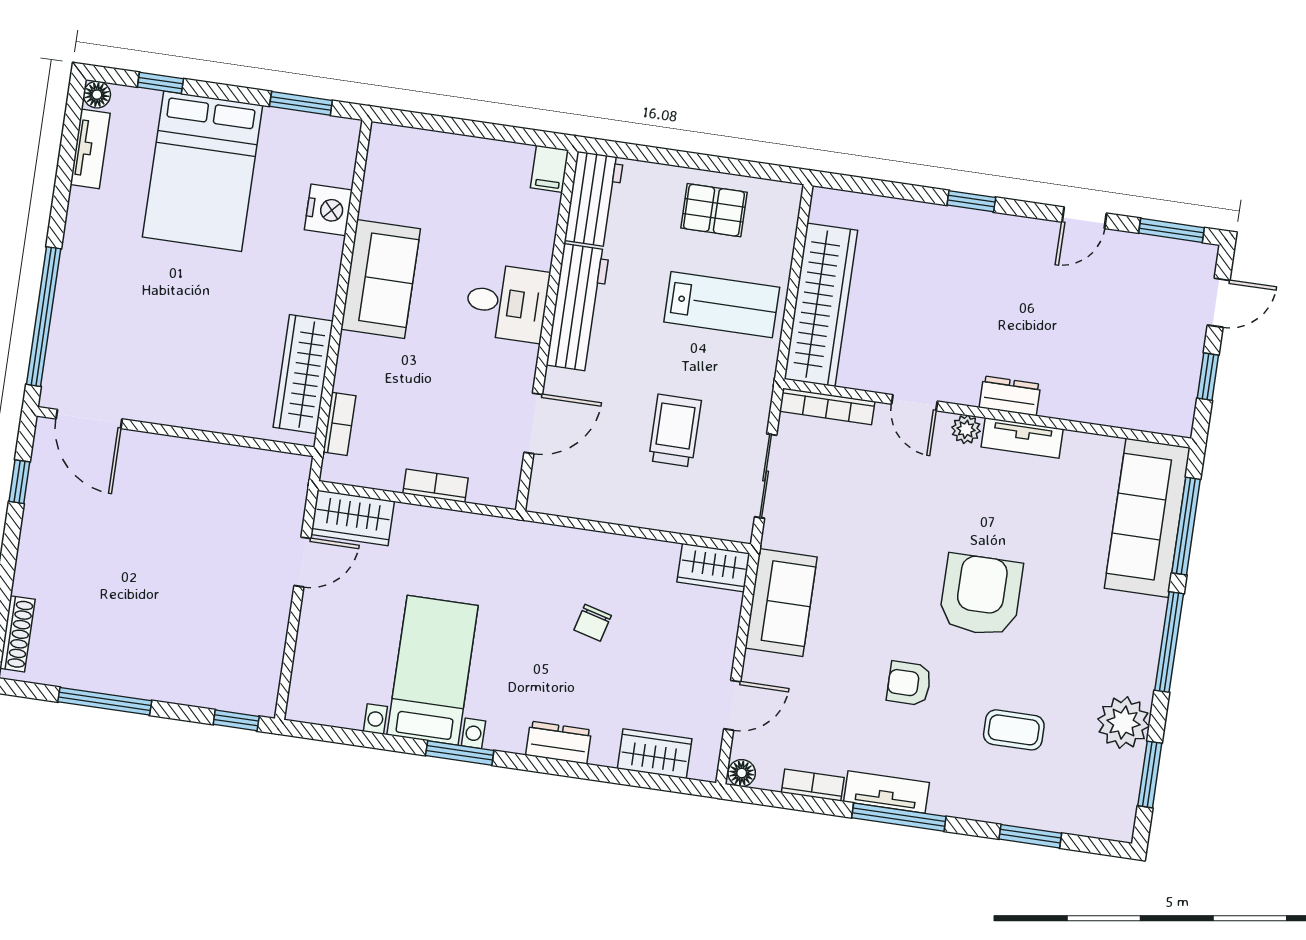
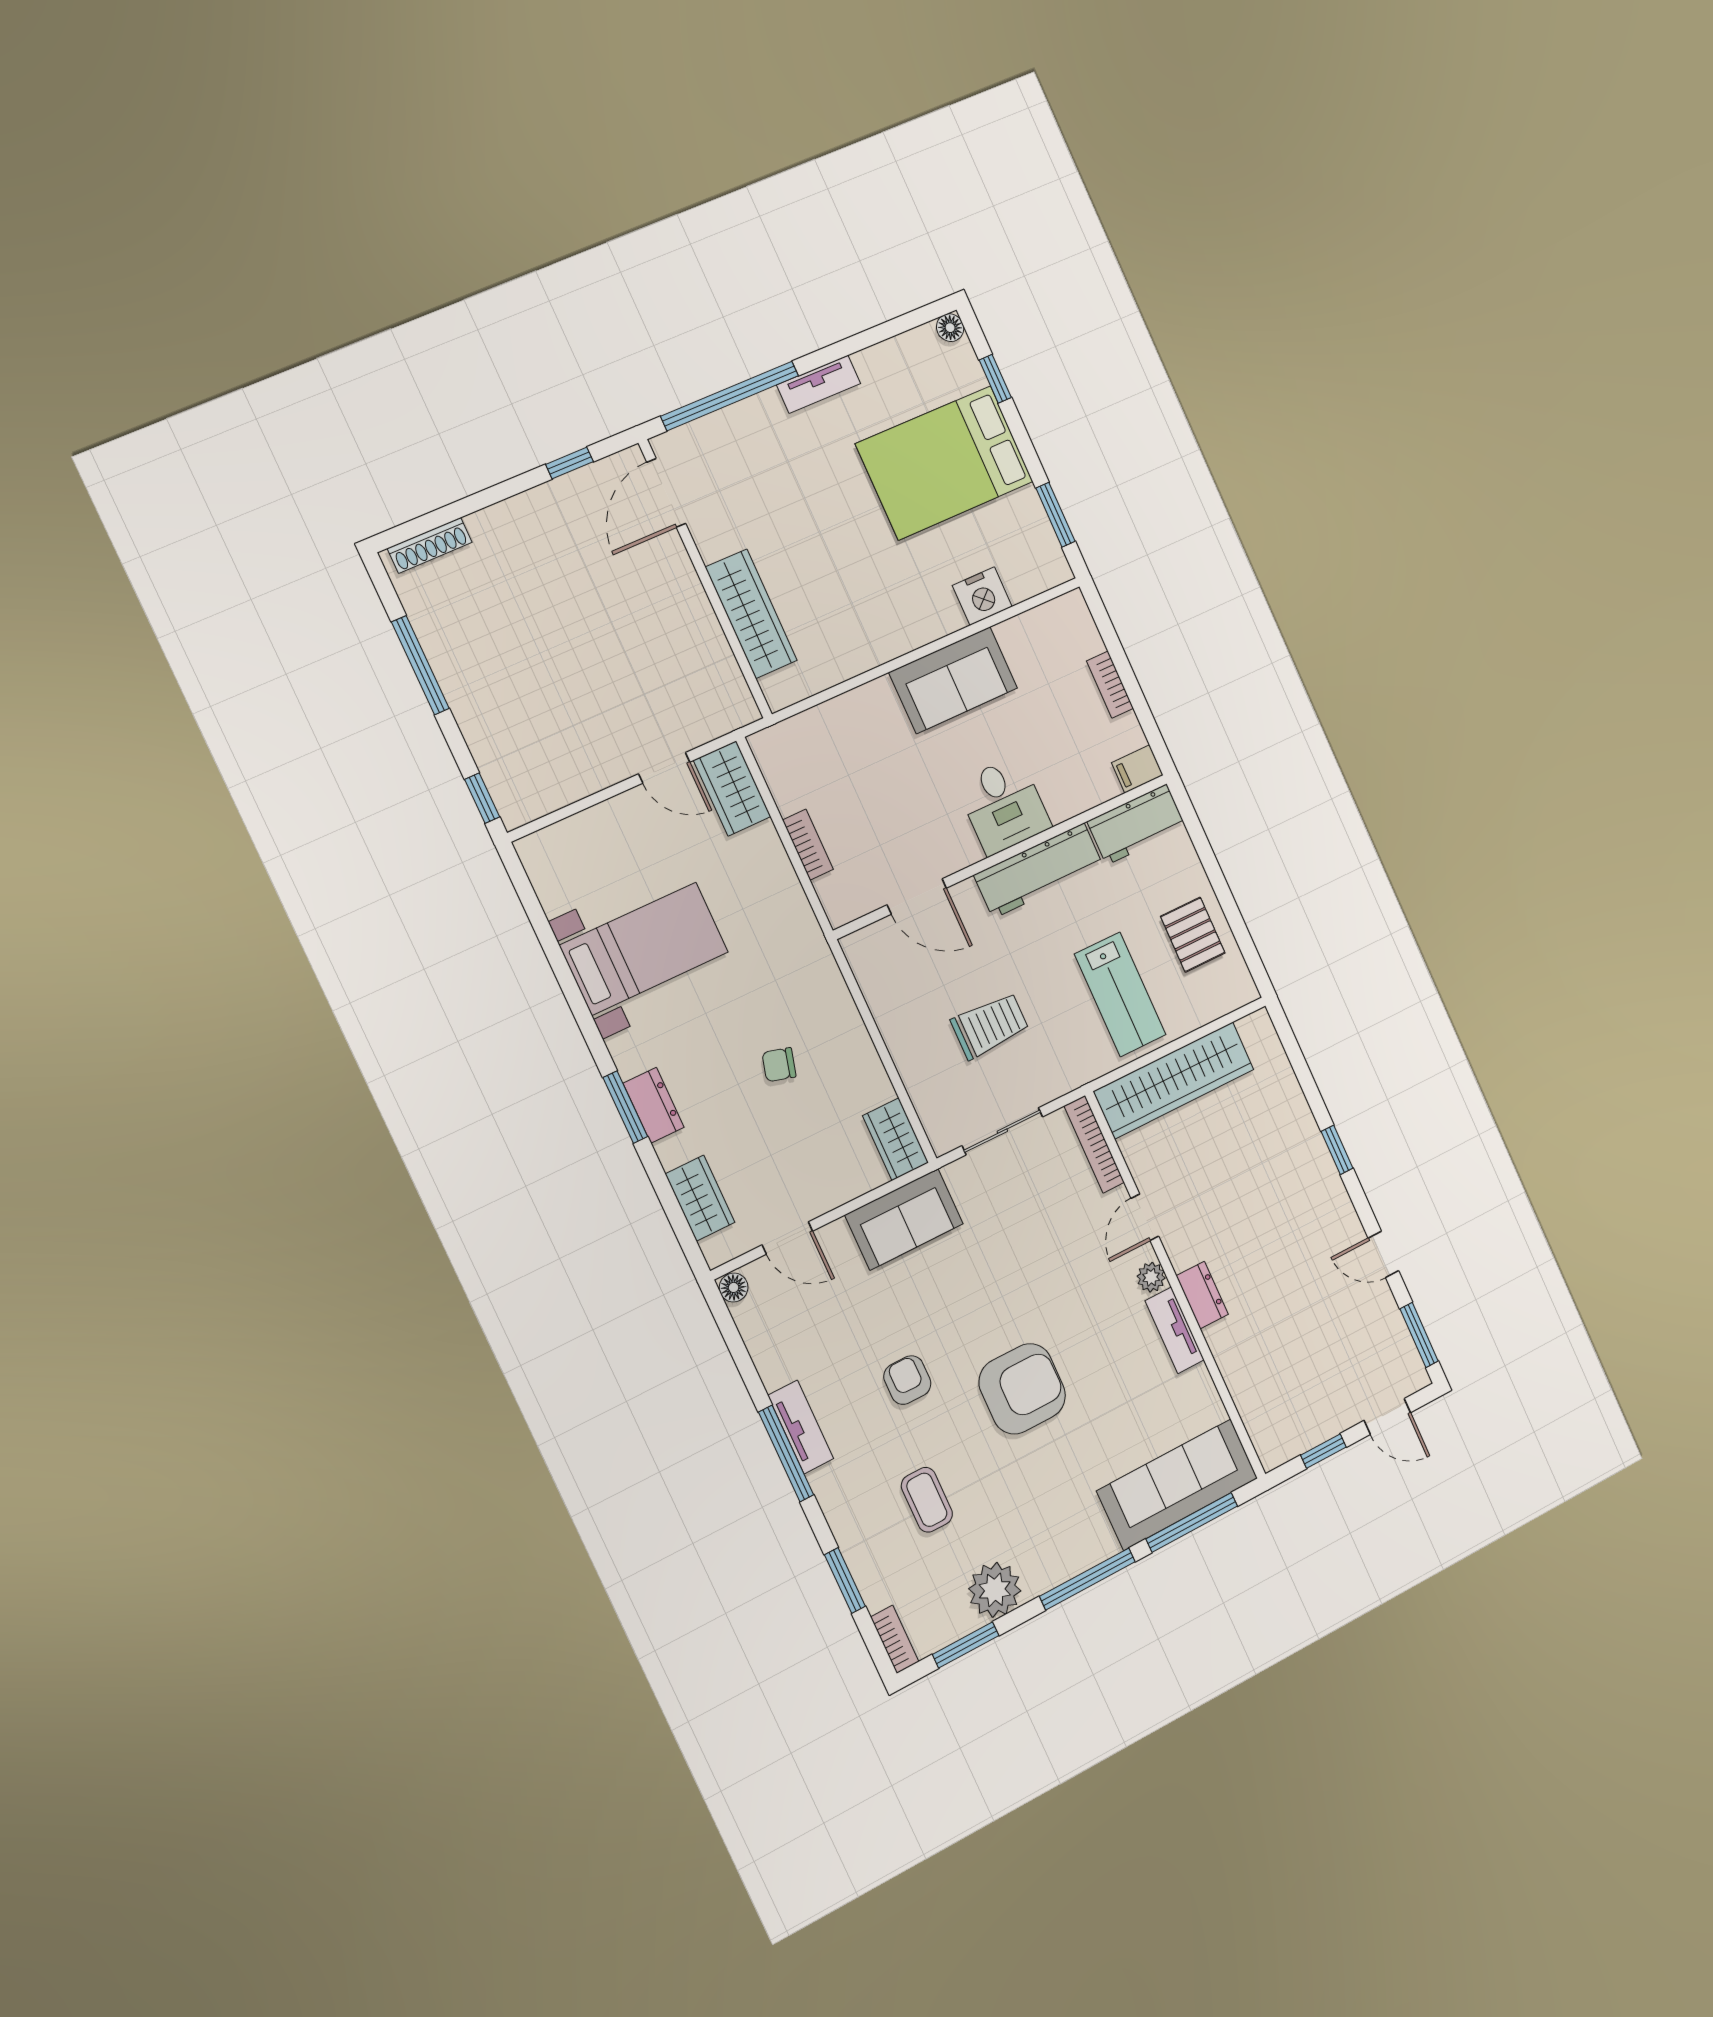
tv unit: (90, 149) -> (819, 384), moved
wardrobe: (303, 374) -> (751, 614), moved, turned 90
bookcase: (339, 424) -> (1110, 685), moved, turned 90
window: (460, 753) -> (625, 1107), moved
bookcase: (813, 785) -> (895, 1639), moved

